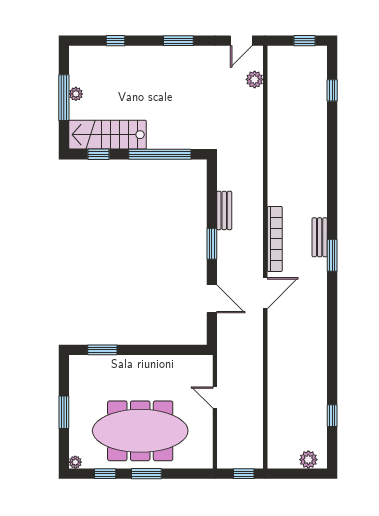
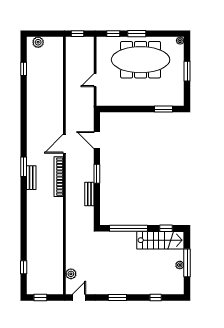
door: (215, 397) -> (95, 80), swing flipped
window: (105, 474) -> (113, 34), moved

